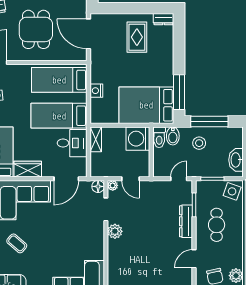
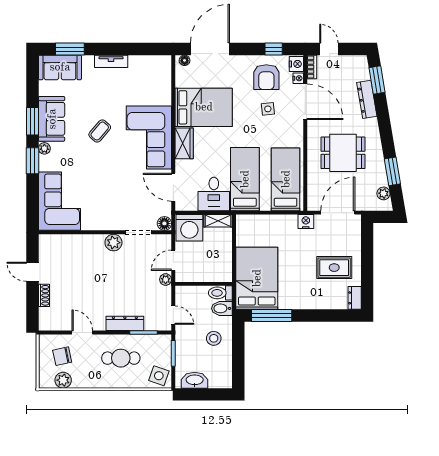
nightstand: (96, 91) -> (306, 221), moved
window: (209, 122) -> (238, 350), removed
washing machine: (138, 139) -> (189, 228), moved, turned 180
plant: (113, 185) -> (166, 280), moved

